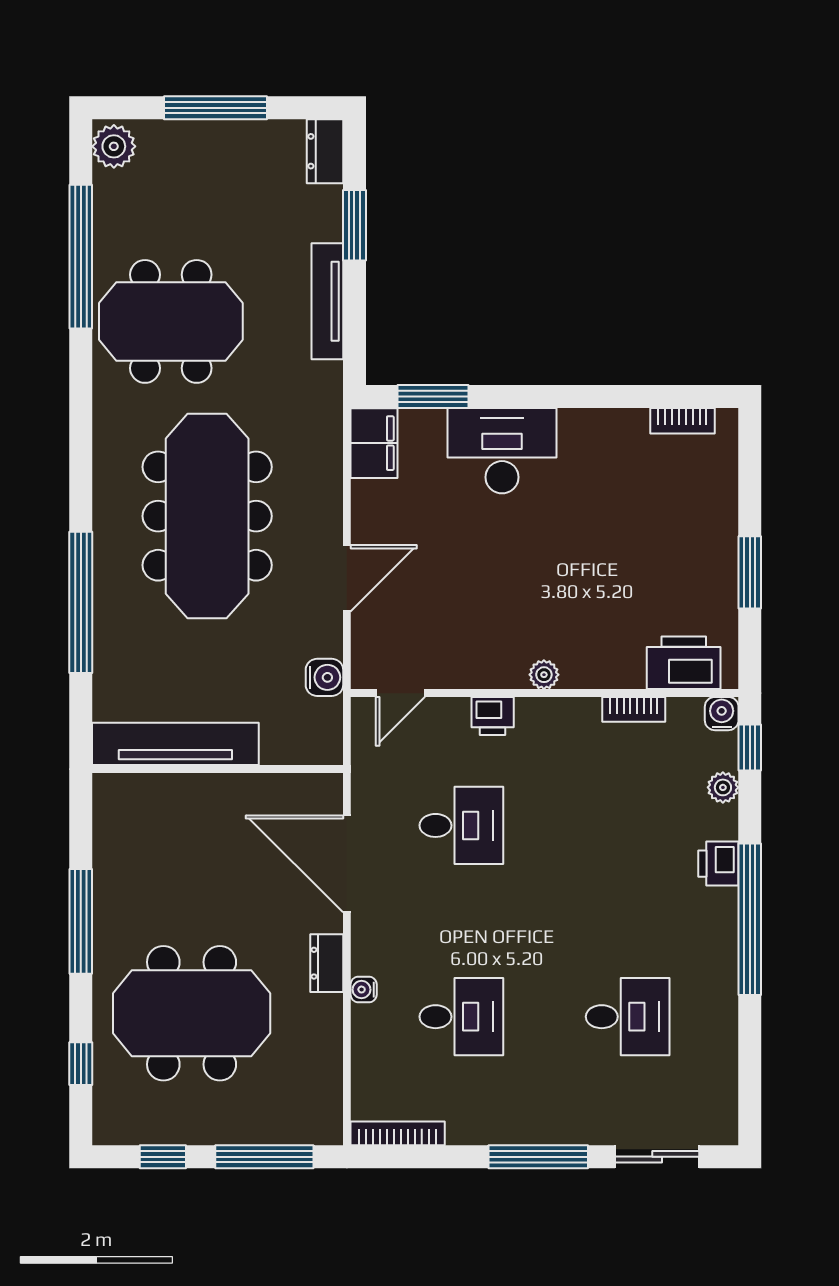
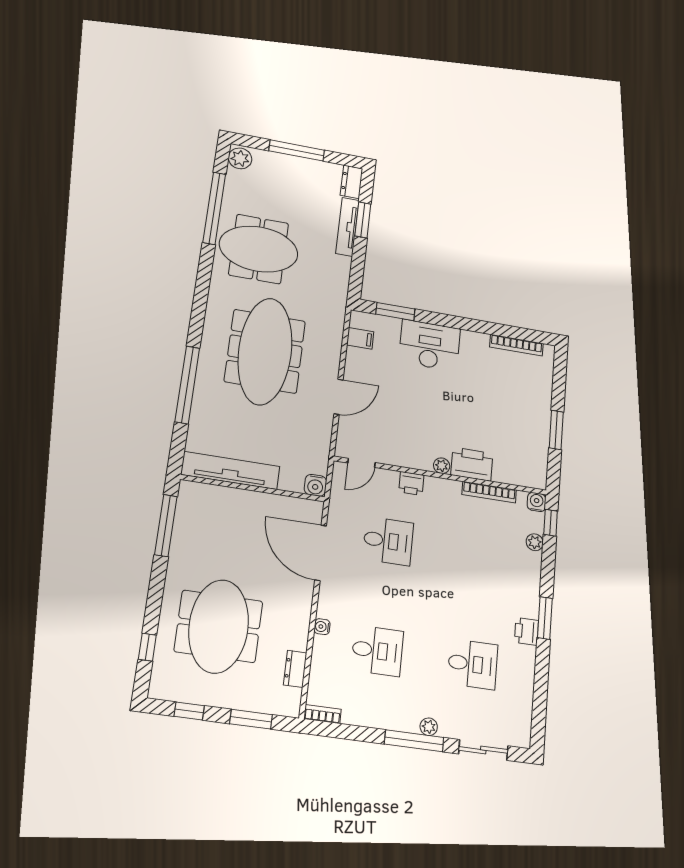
tv unit: (327, 301) -> (347, 227), moved
bookcase: (682, 421) -> (516, 345), width x1.56
filing cabinet: (374, 443) -> (360, 338), width x0.50
printer: (684, 663) -> (472, 464), moved
water cooler: (324, 677) -> (315, 485), moved, turned 90
bookcase: (634, 709) -> (489, 492), width x1.56
printer: (718, 864) -> (526, 631), moved
window: (750, 919) -> (545, 618), width x0.47
window: (81, 921) -> (166, 525), moved
dresser: (327, 963) -> (295, 669), moved
meeting table: (192, 1013) -> (219, 626), turned 90
plant: (561, 1131) -> (429, 727), added
bookcase: (398, 1133) -> (323, 714), width x0.64
window: (264, 1157) -> (251, 719), width x0.69

